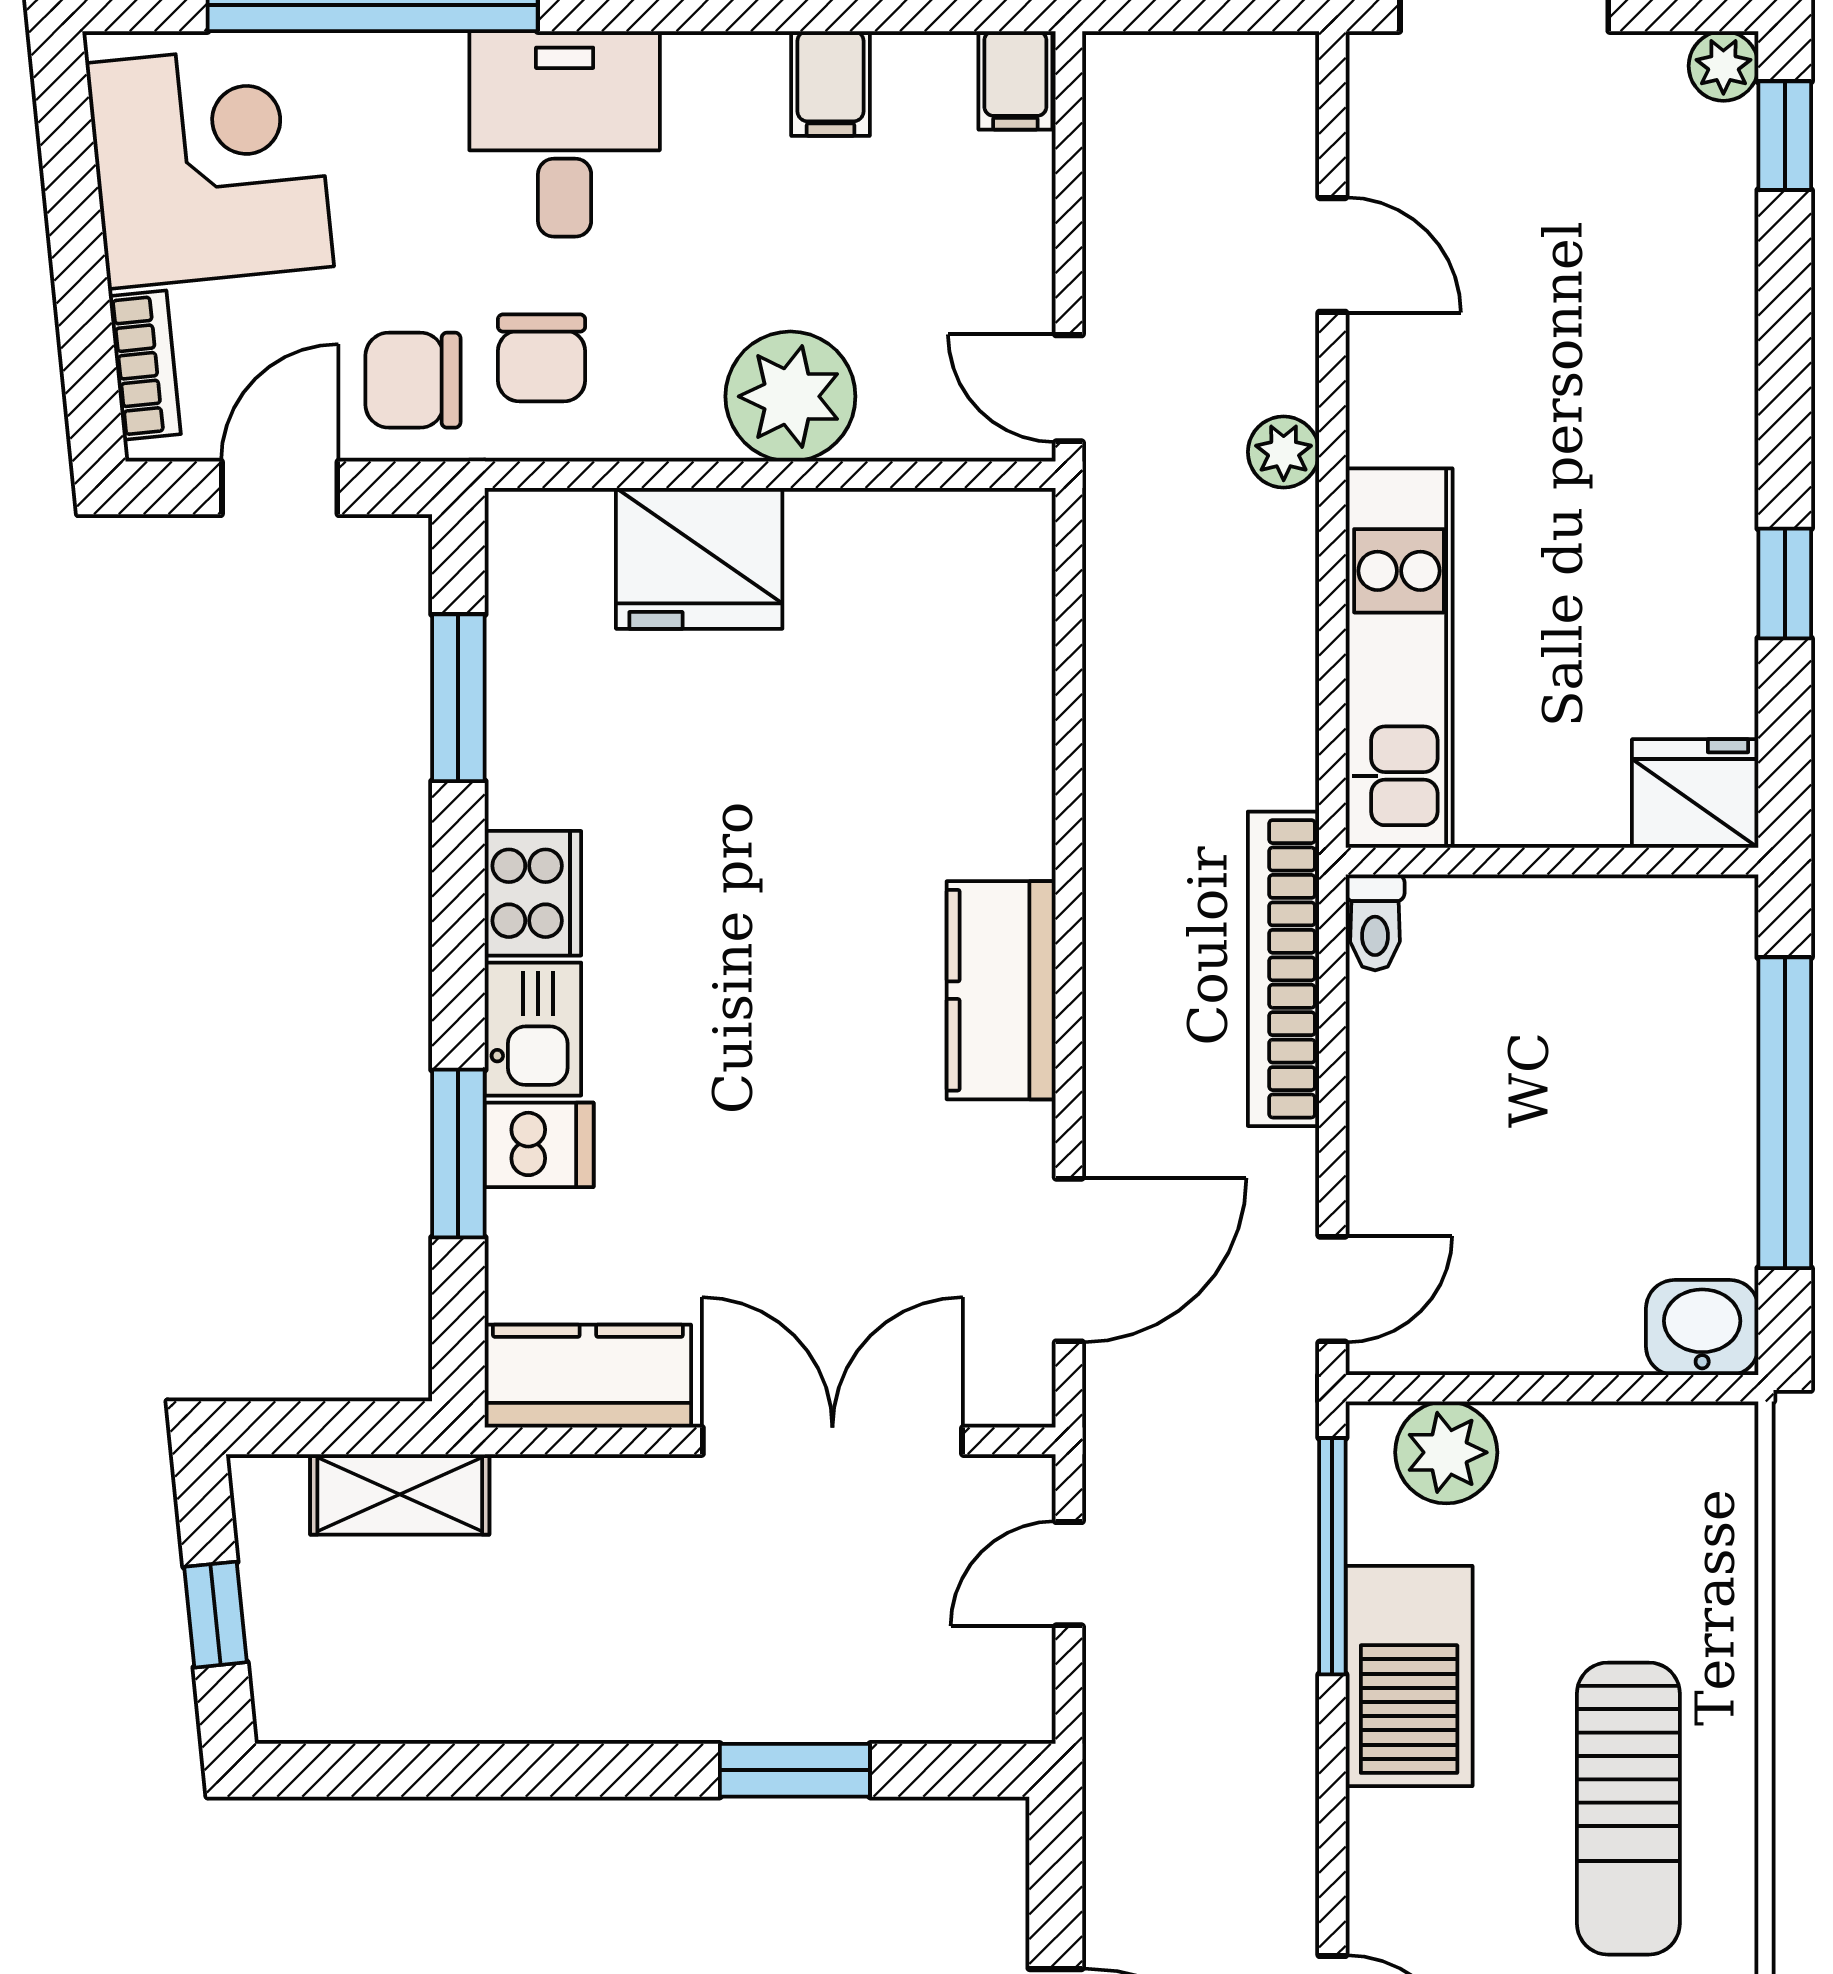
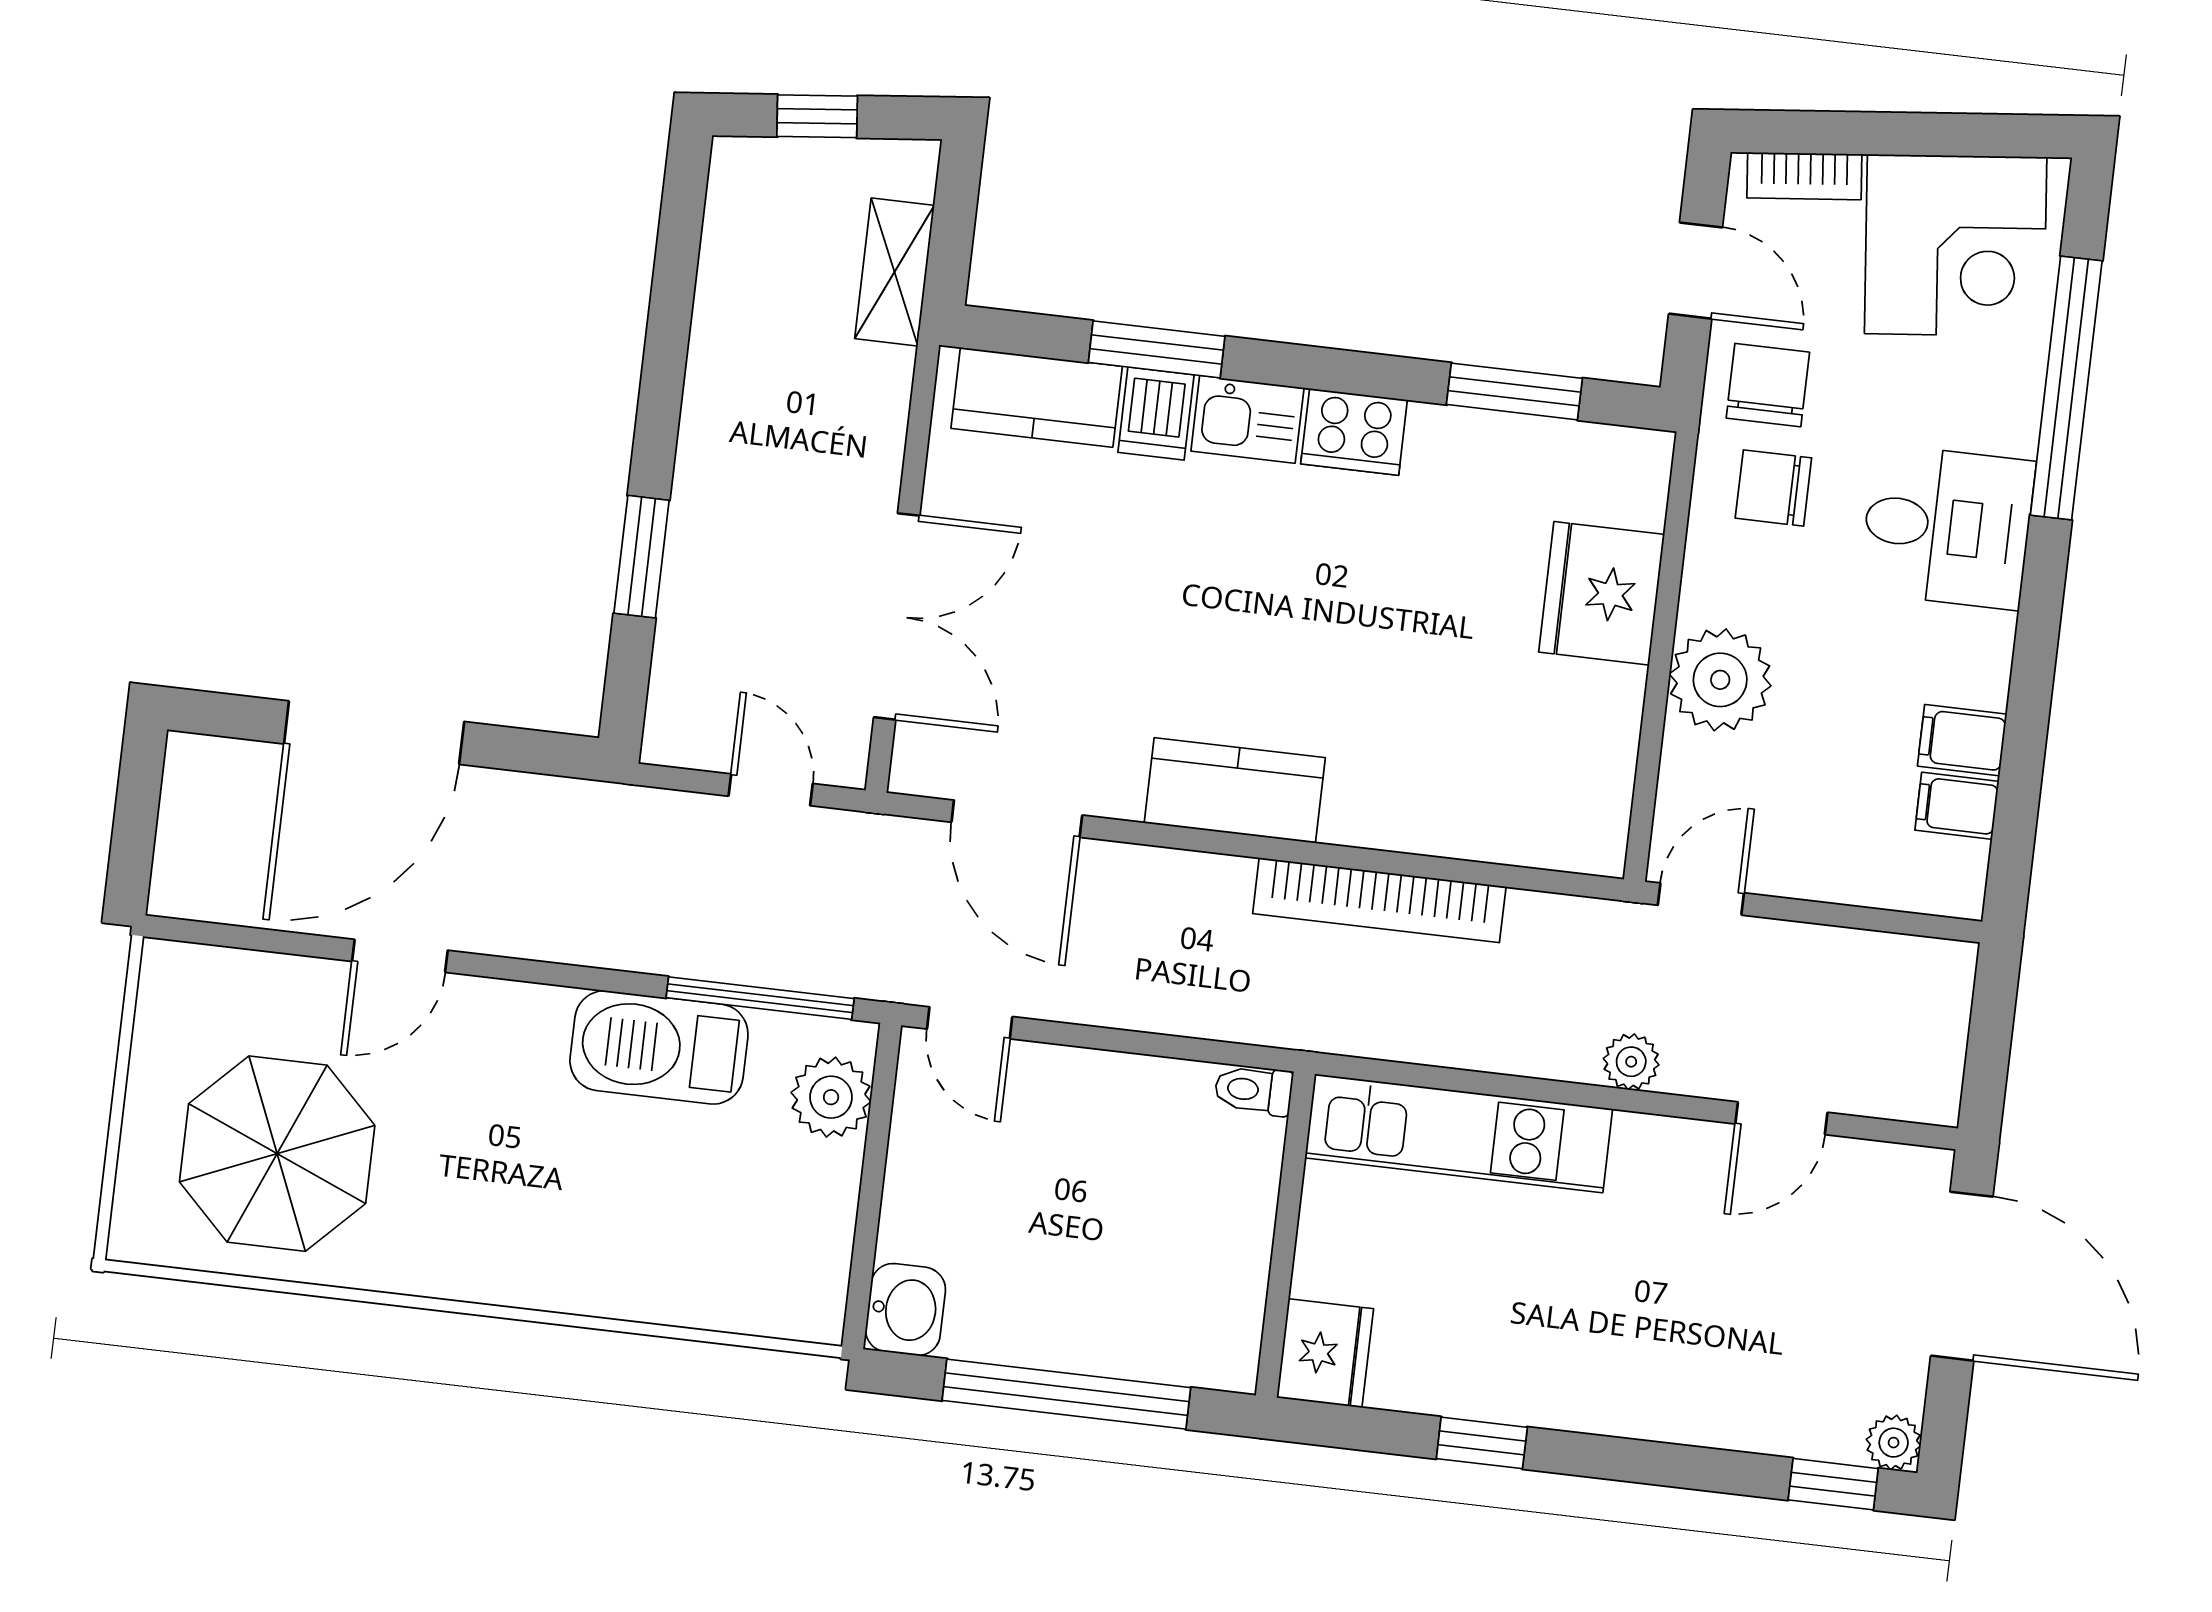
filing cabinet: (1015, 80) -> (1957, 806), moved
bookcase: (1283, 969) -> (1379, 900), moved, turned 180
kitchen counter: (588, 1376) -> (1037, 397), moved, turned 90
sun lounger: (1628, 1809) -> (535, 1207), removed

